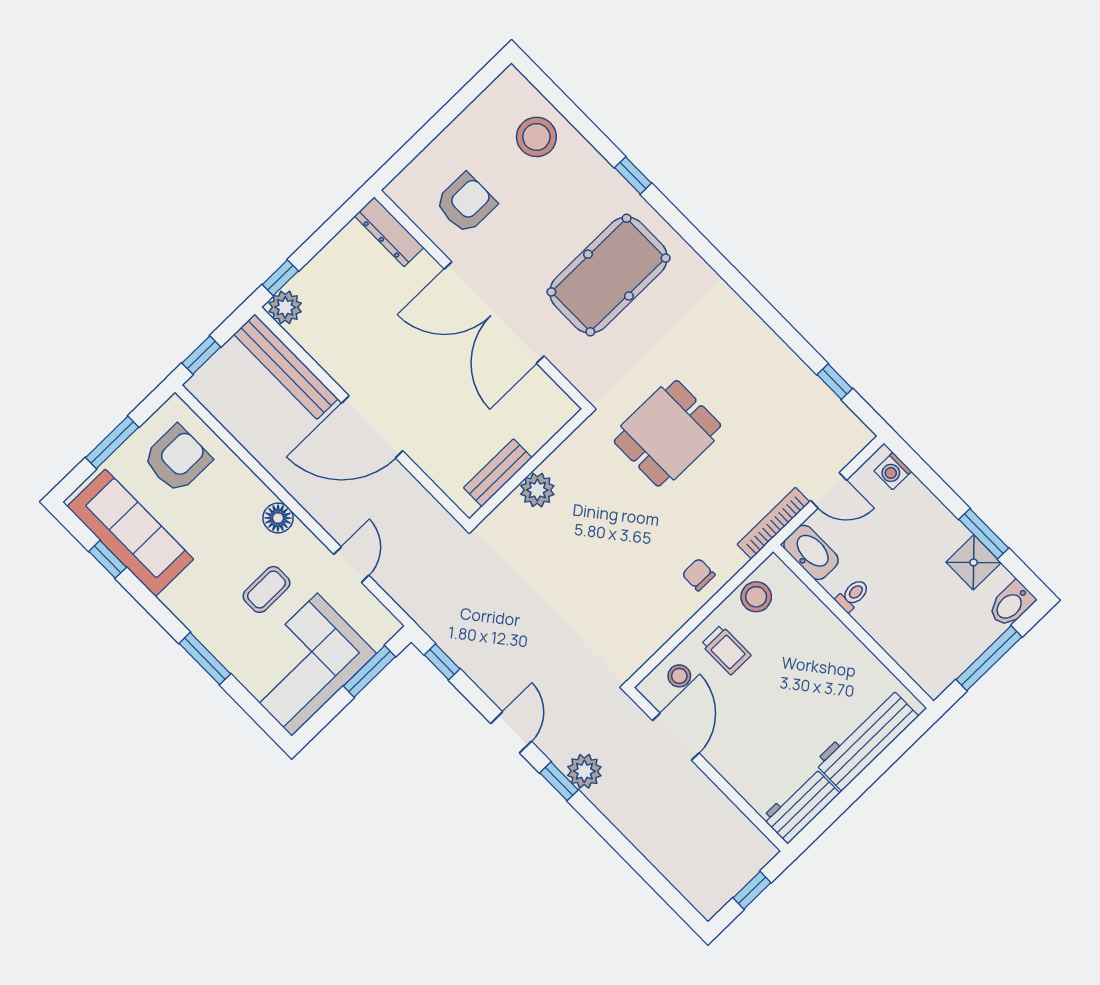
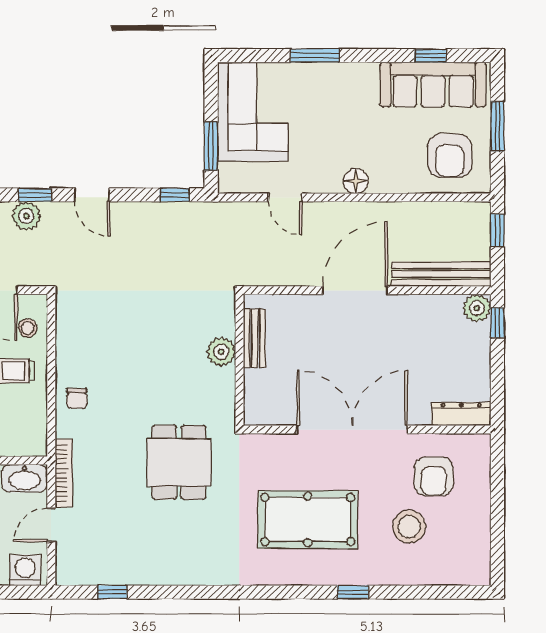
stool: (536, 137) -> (409, 527), moved
pool table: (608, 275) -> (308, 519), turned 90
washing machine: (893, 471) -> (25, 570), width x1.38, depth x1.38
chair: (699, 575) -> (77, 398), turned 90
coffee table: (266, 589) -> (320, 133), removed
stool: (756, 597) -> (30, 420), removed

